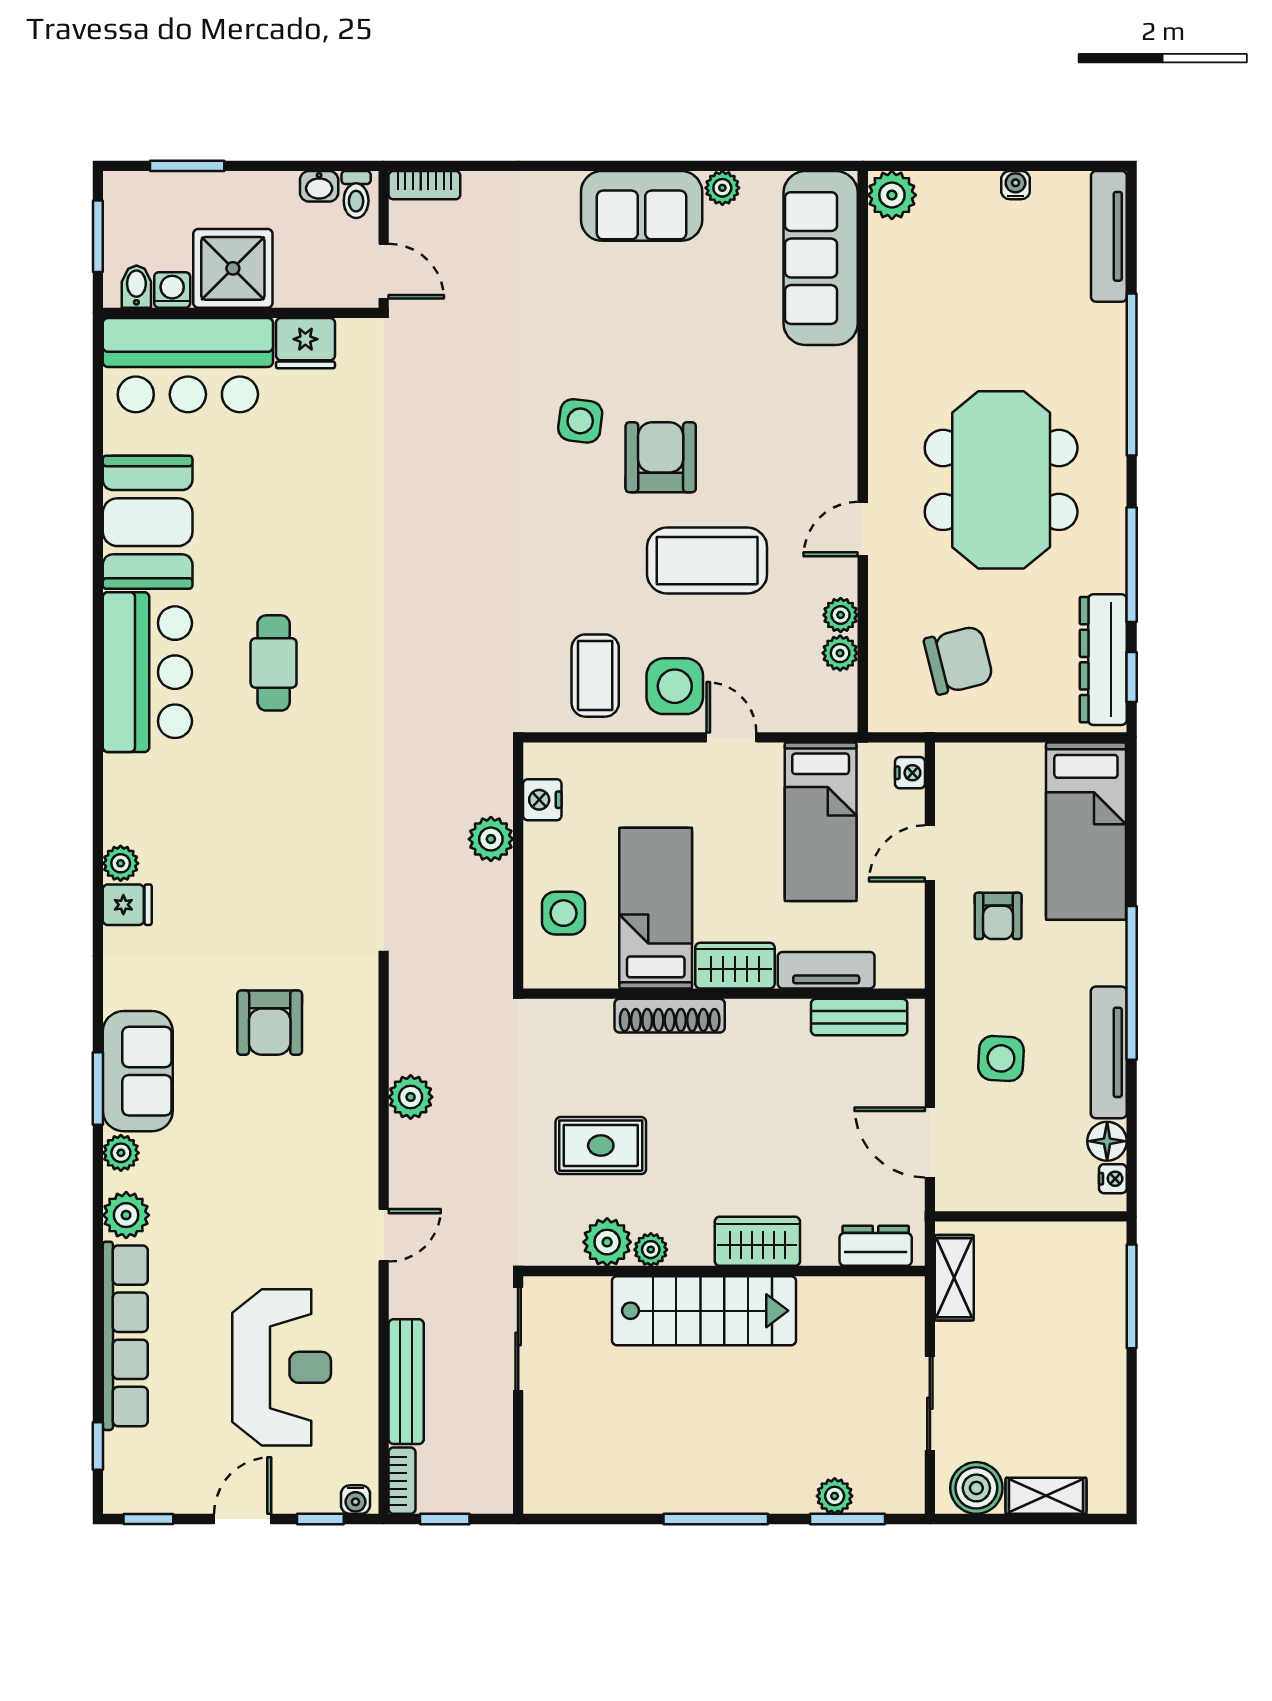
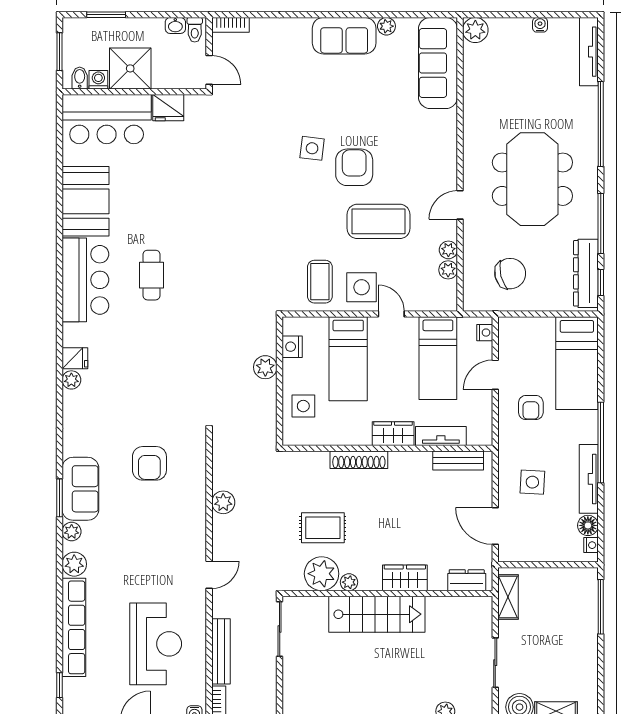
fridge: (127, 905) -> (75, 358), moved
bed: (656, 908) -> (348, 359), moved, turned 180
plant: (607, 1242) -> (322, 574), width x1.36, depth x1.36

